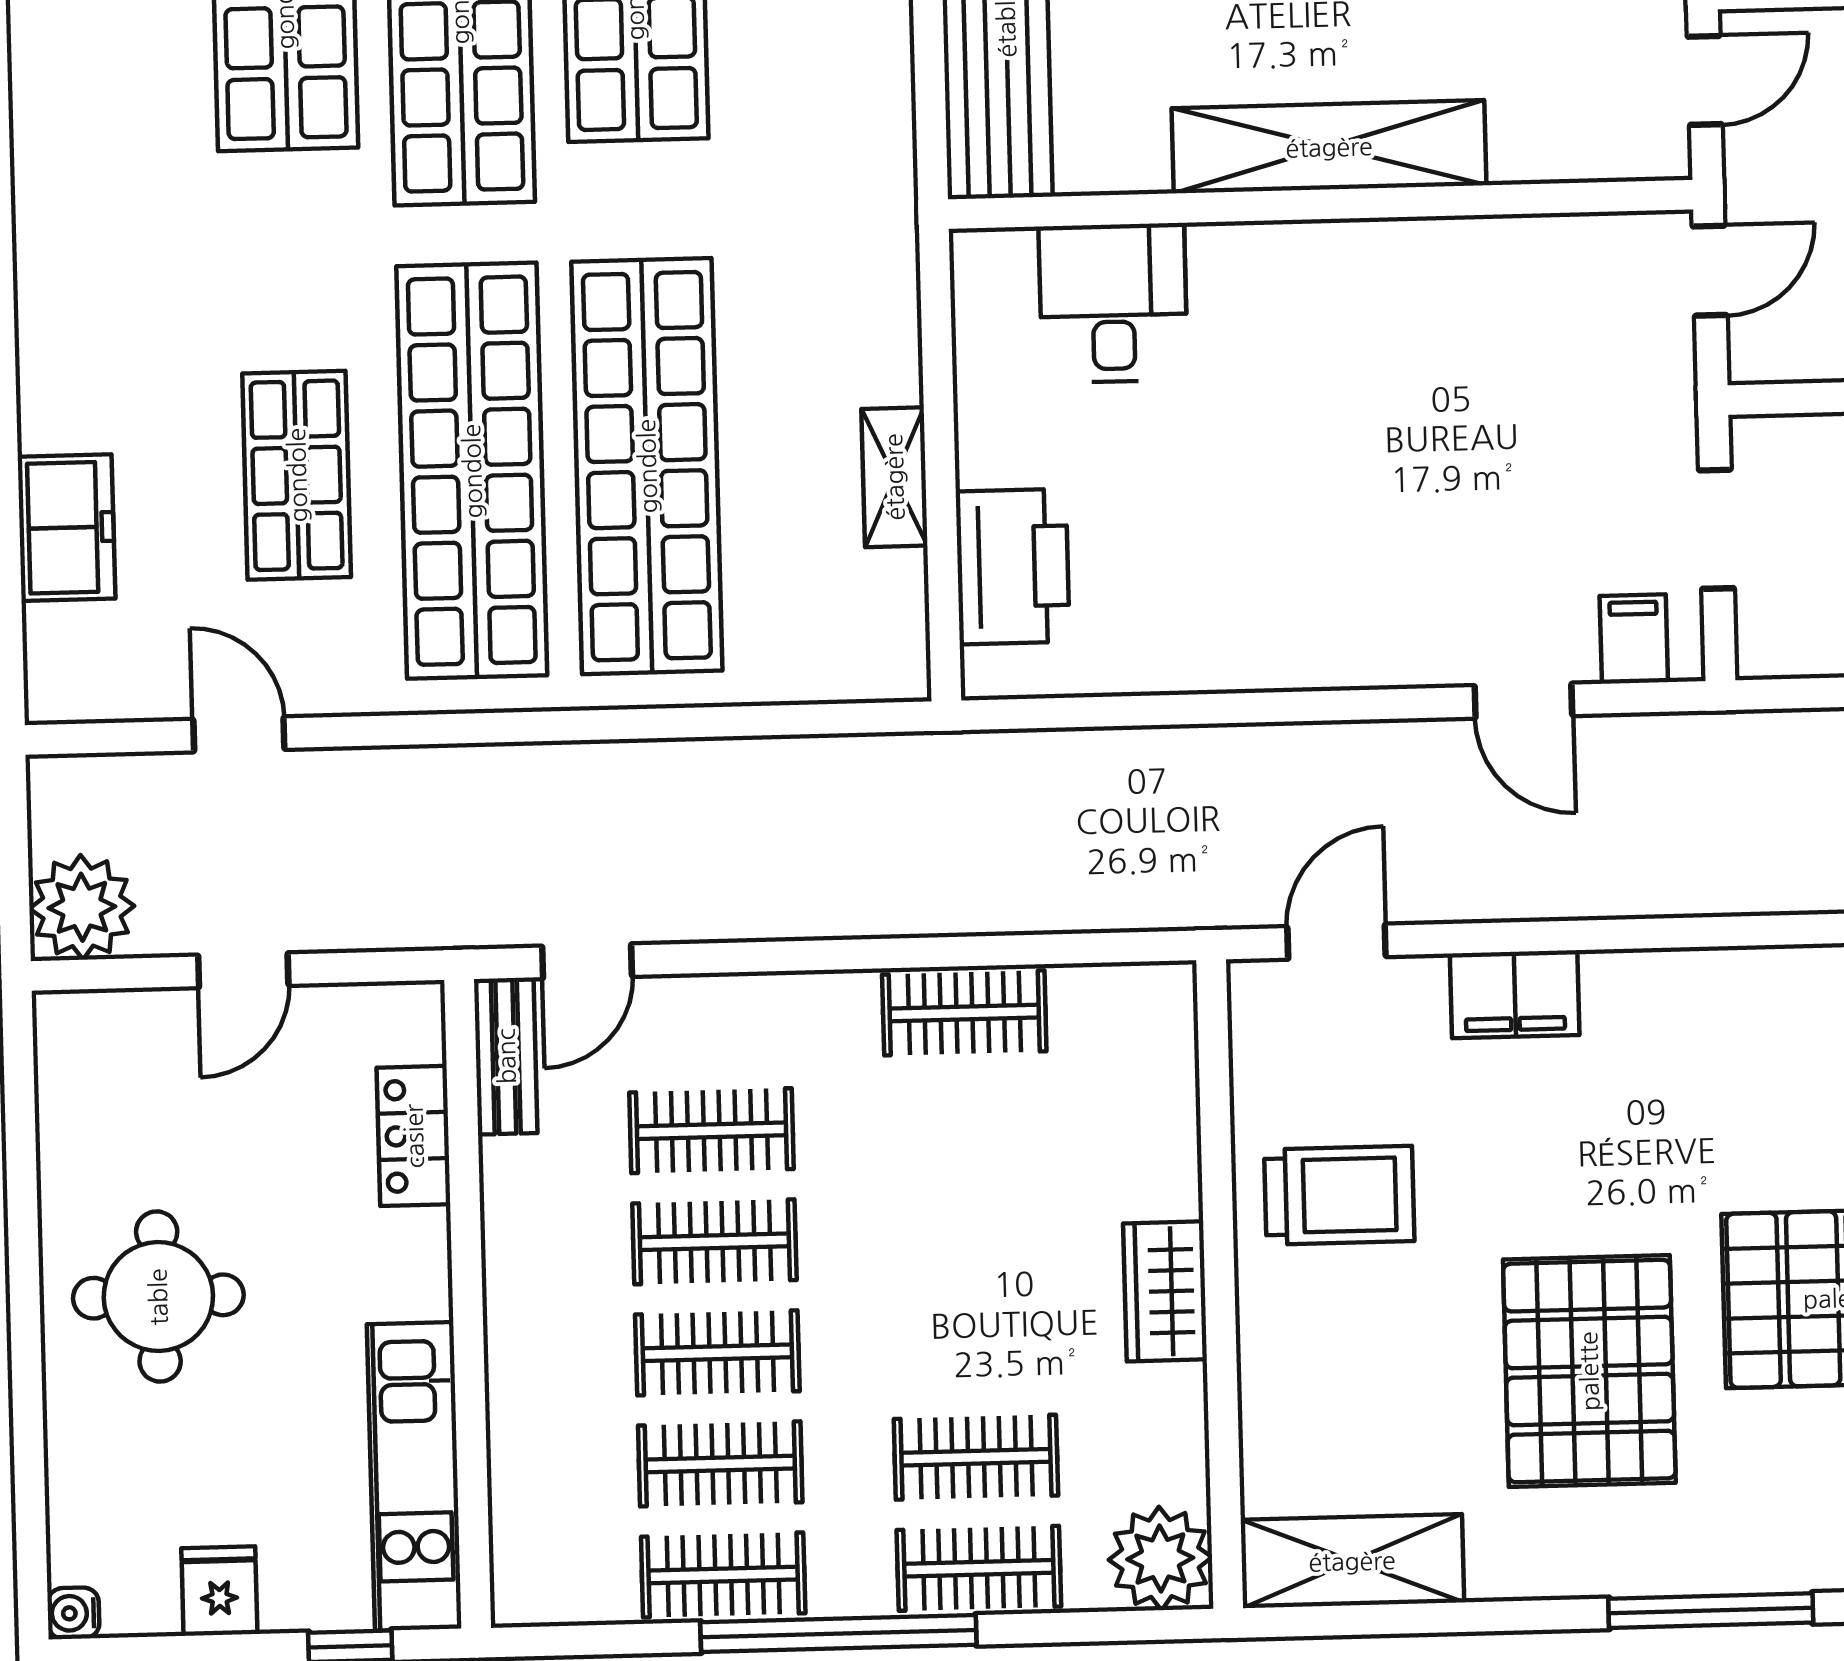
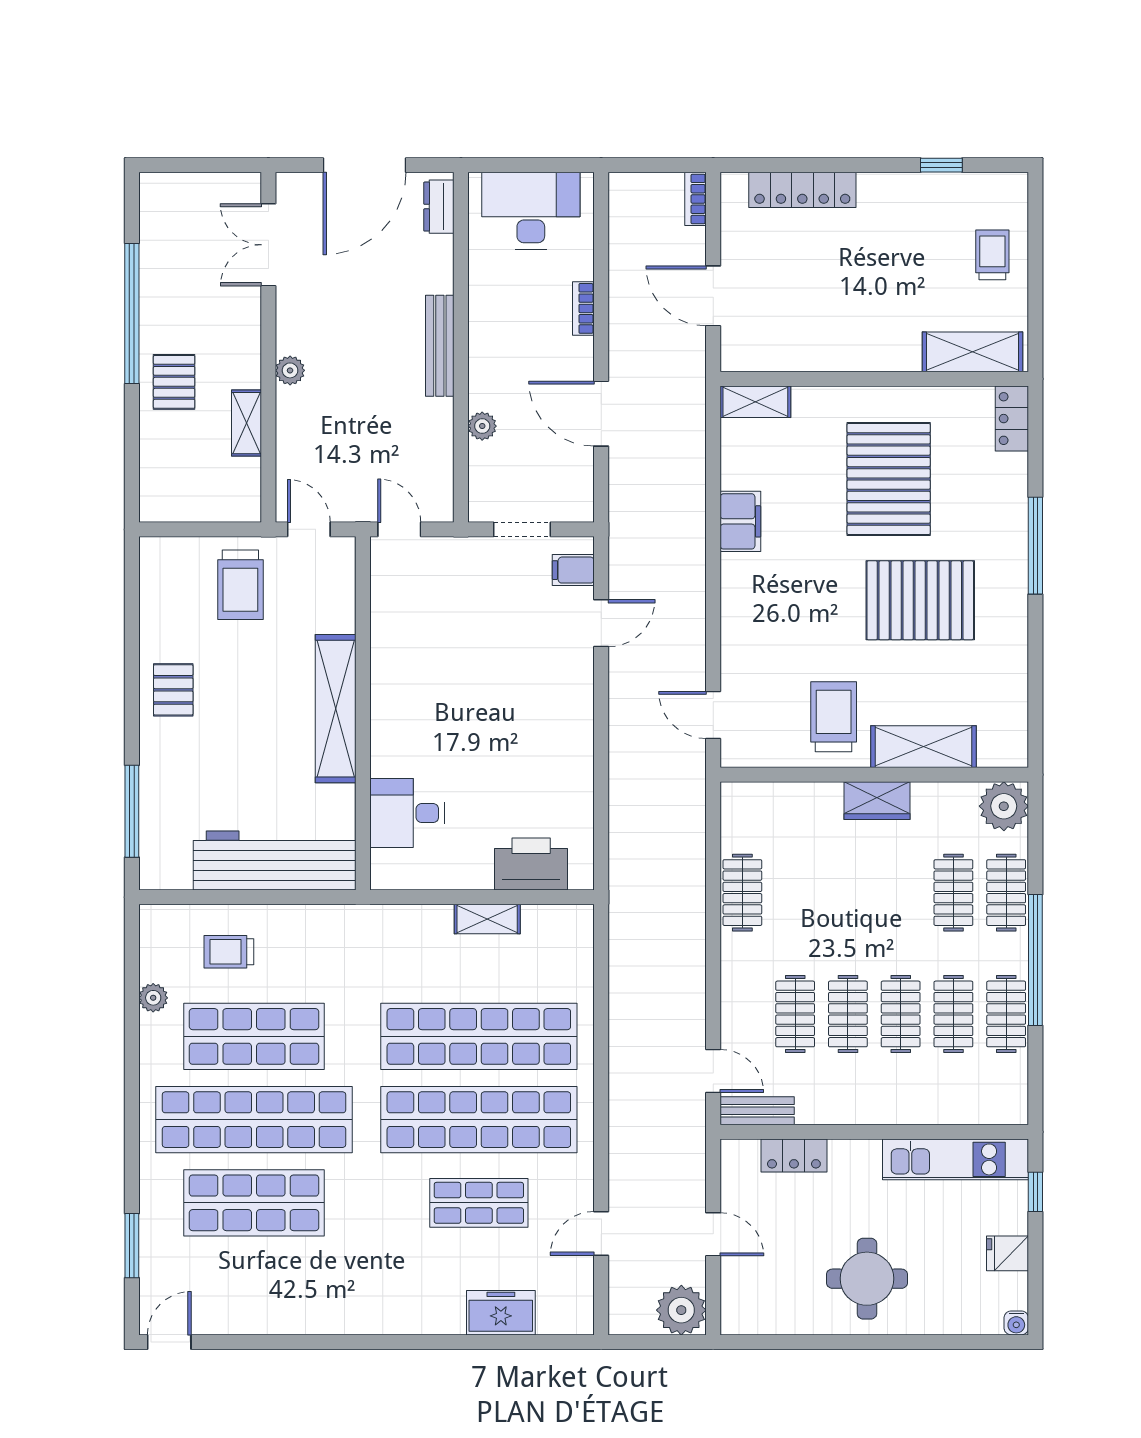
filing cabinet: (1515, 994) -> (740, 521), moved
shelving: (1352, 1561) -> (924, 747), moved, turned 90

